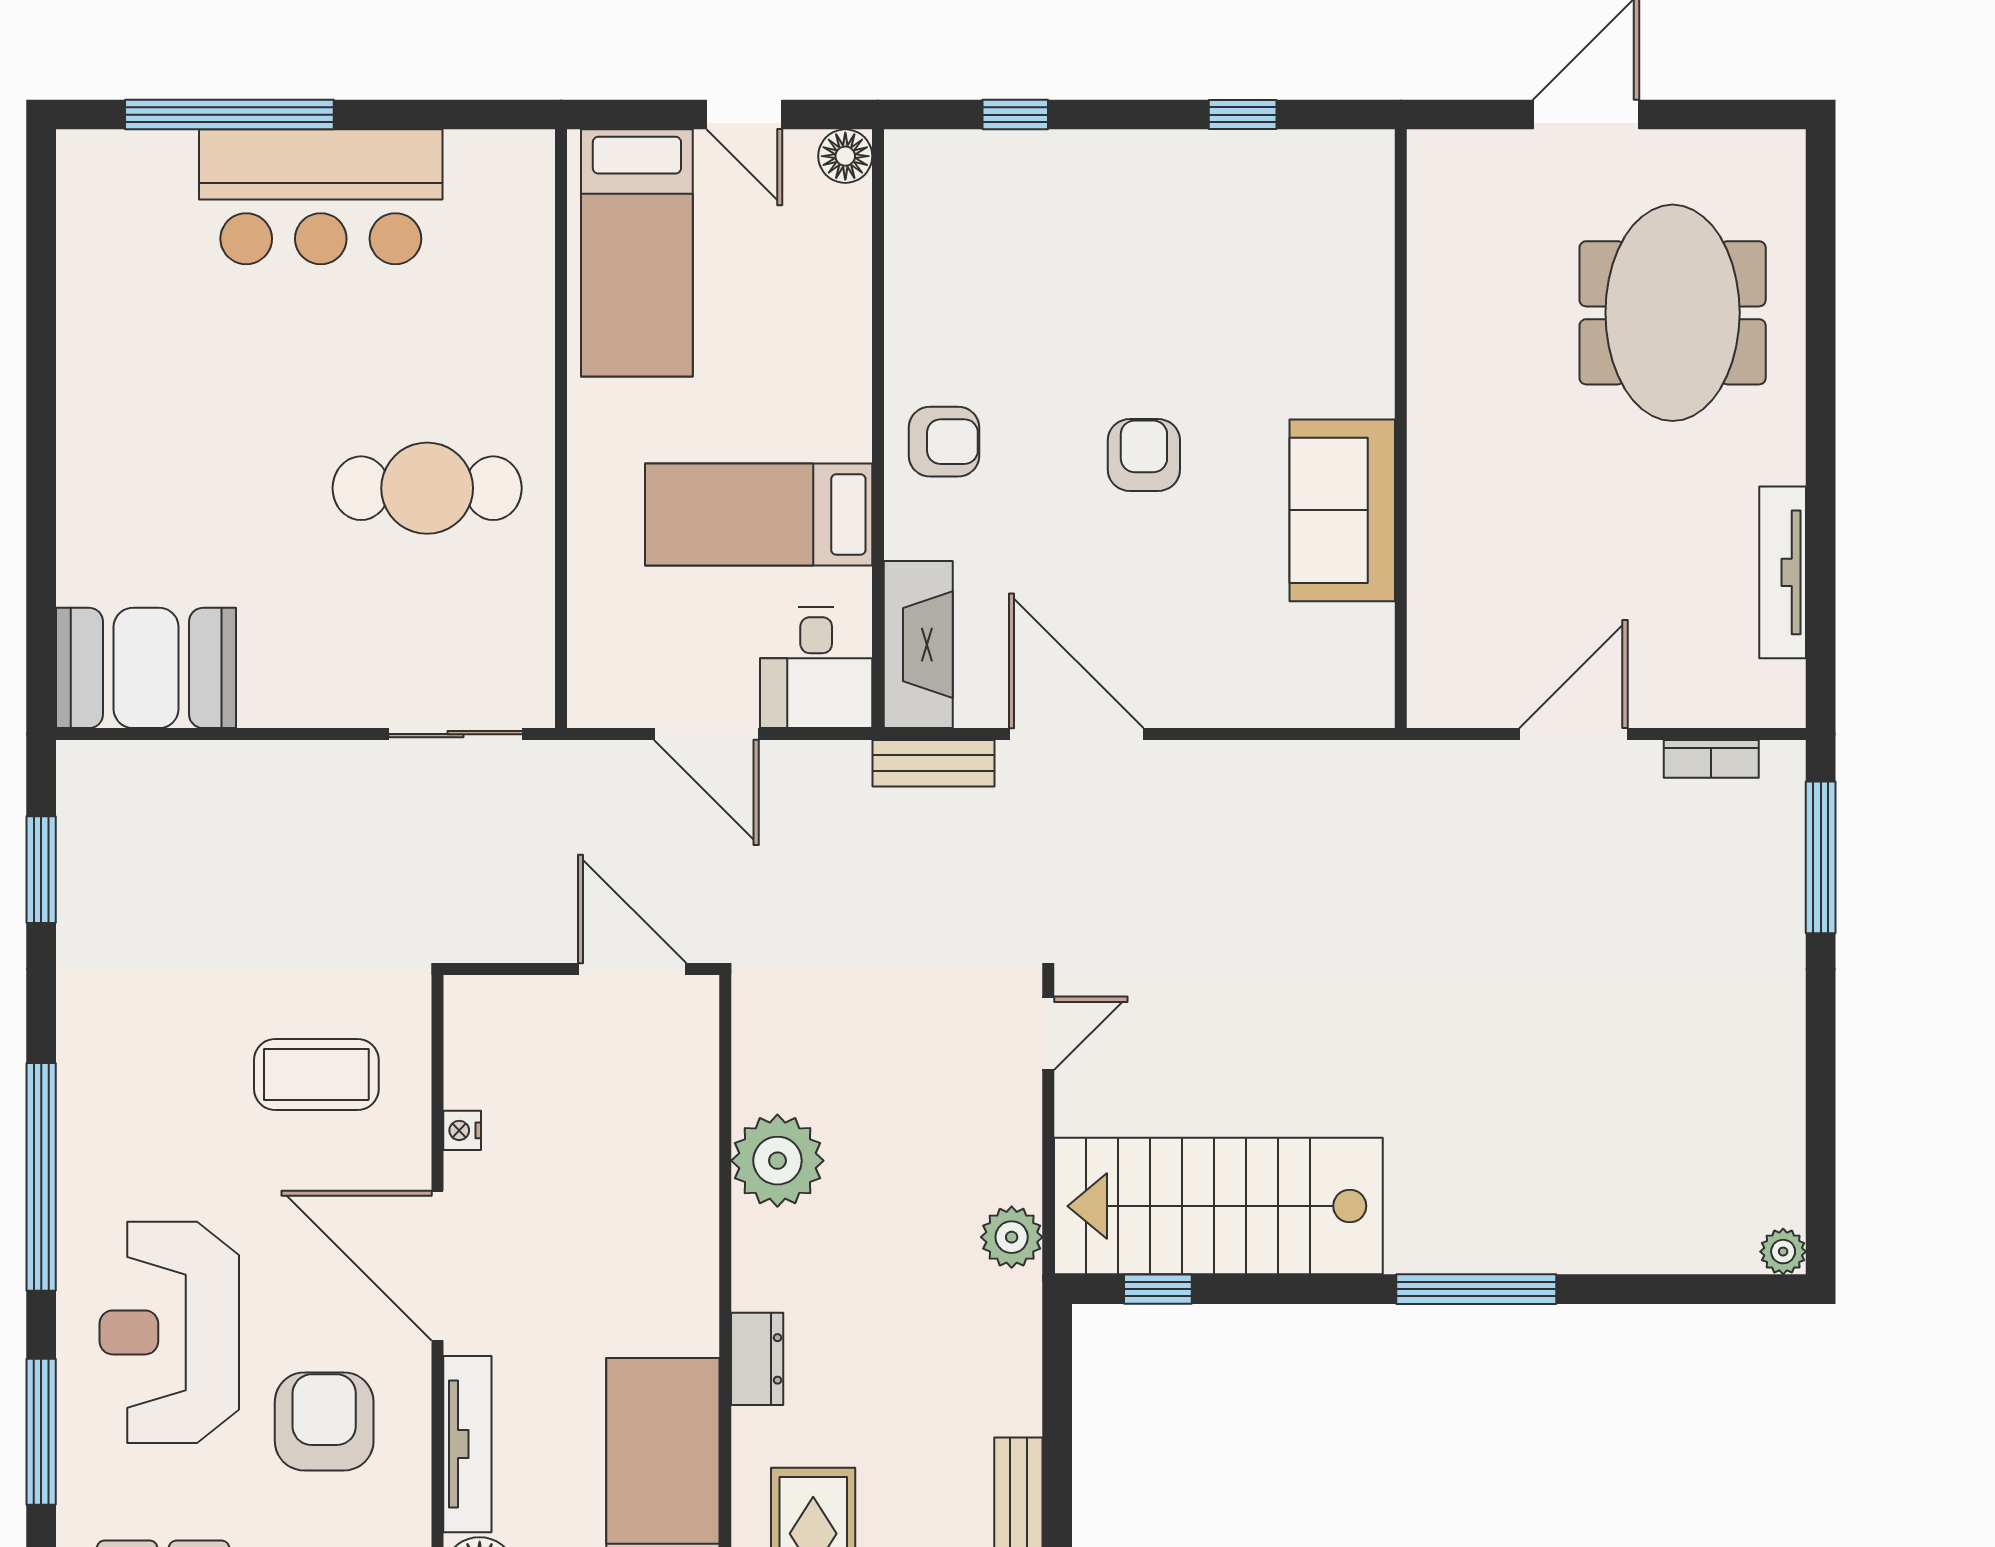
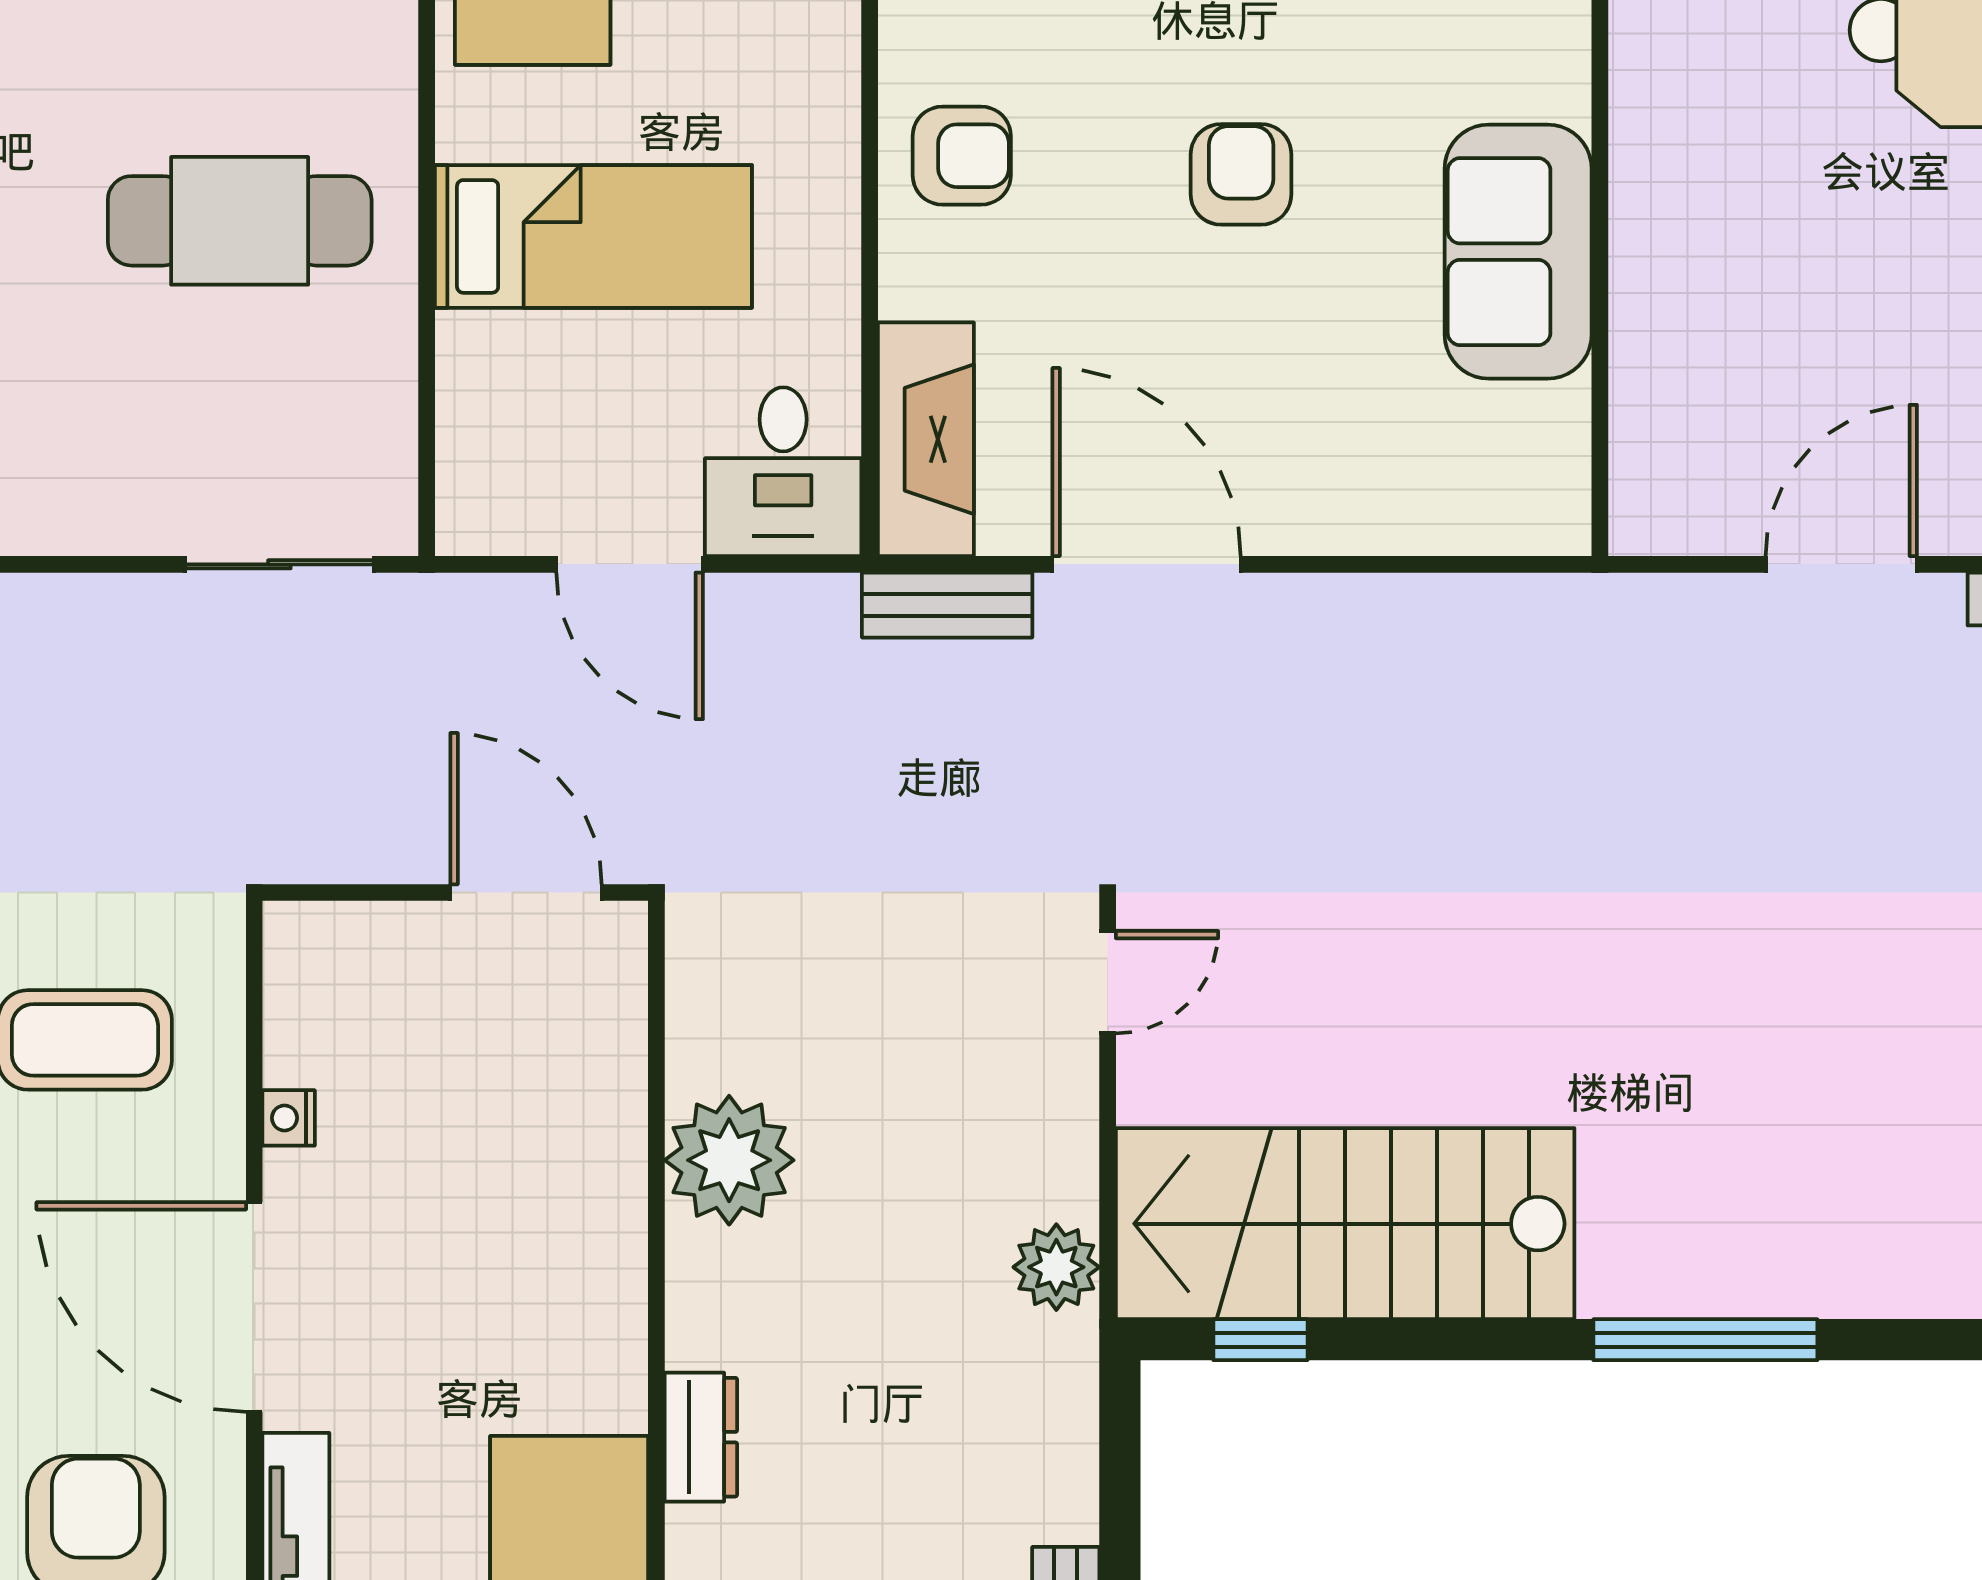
bed: (759, 514) -> (593, 236), moved, turned 180

